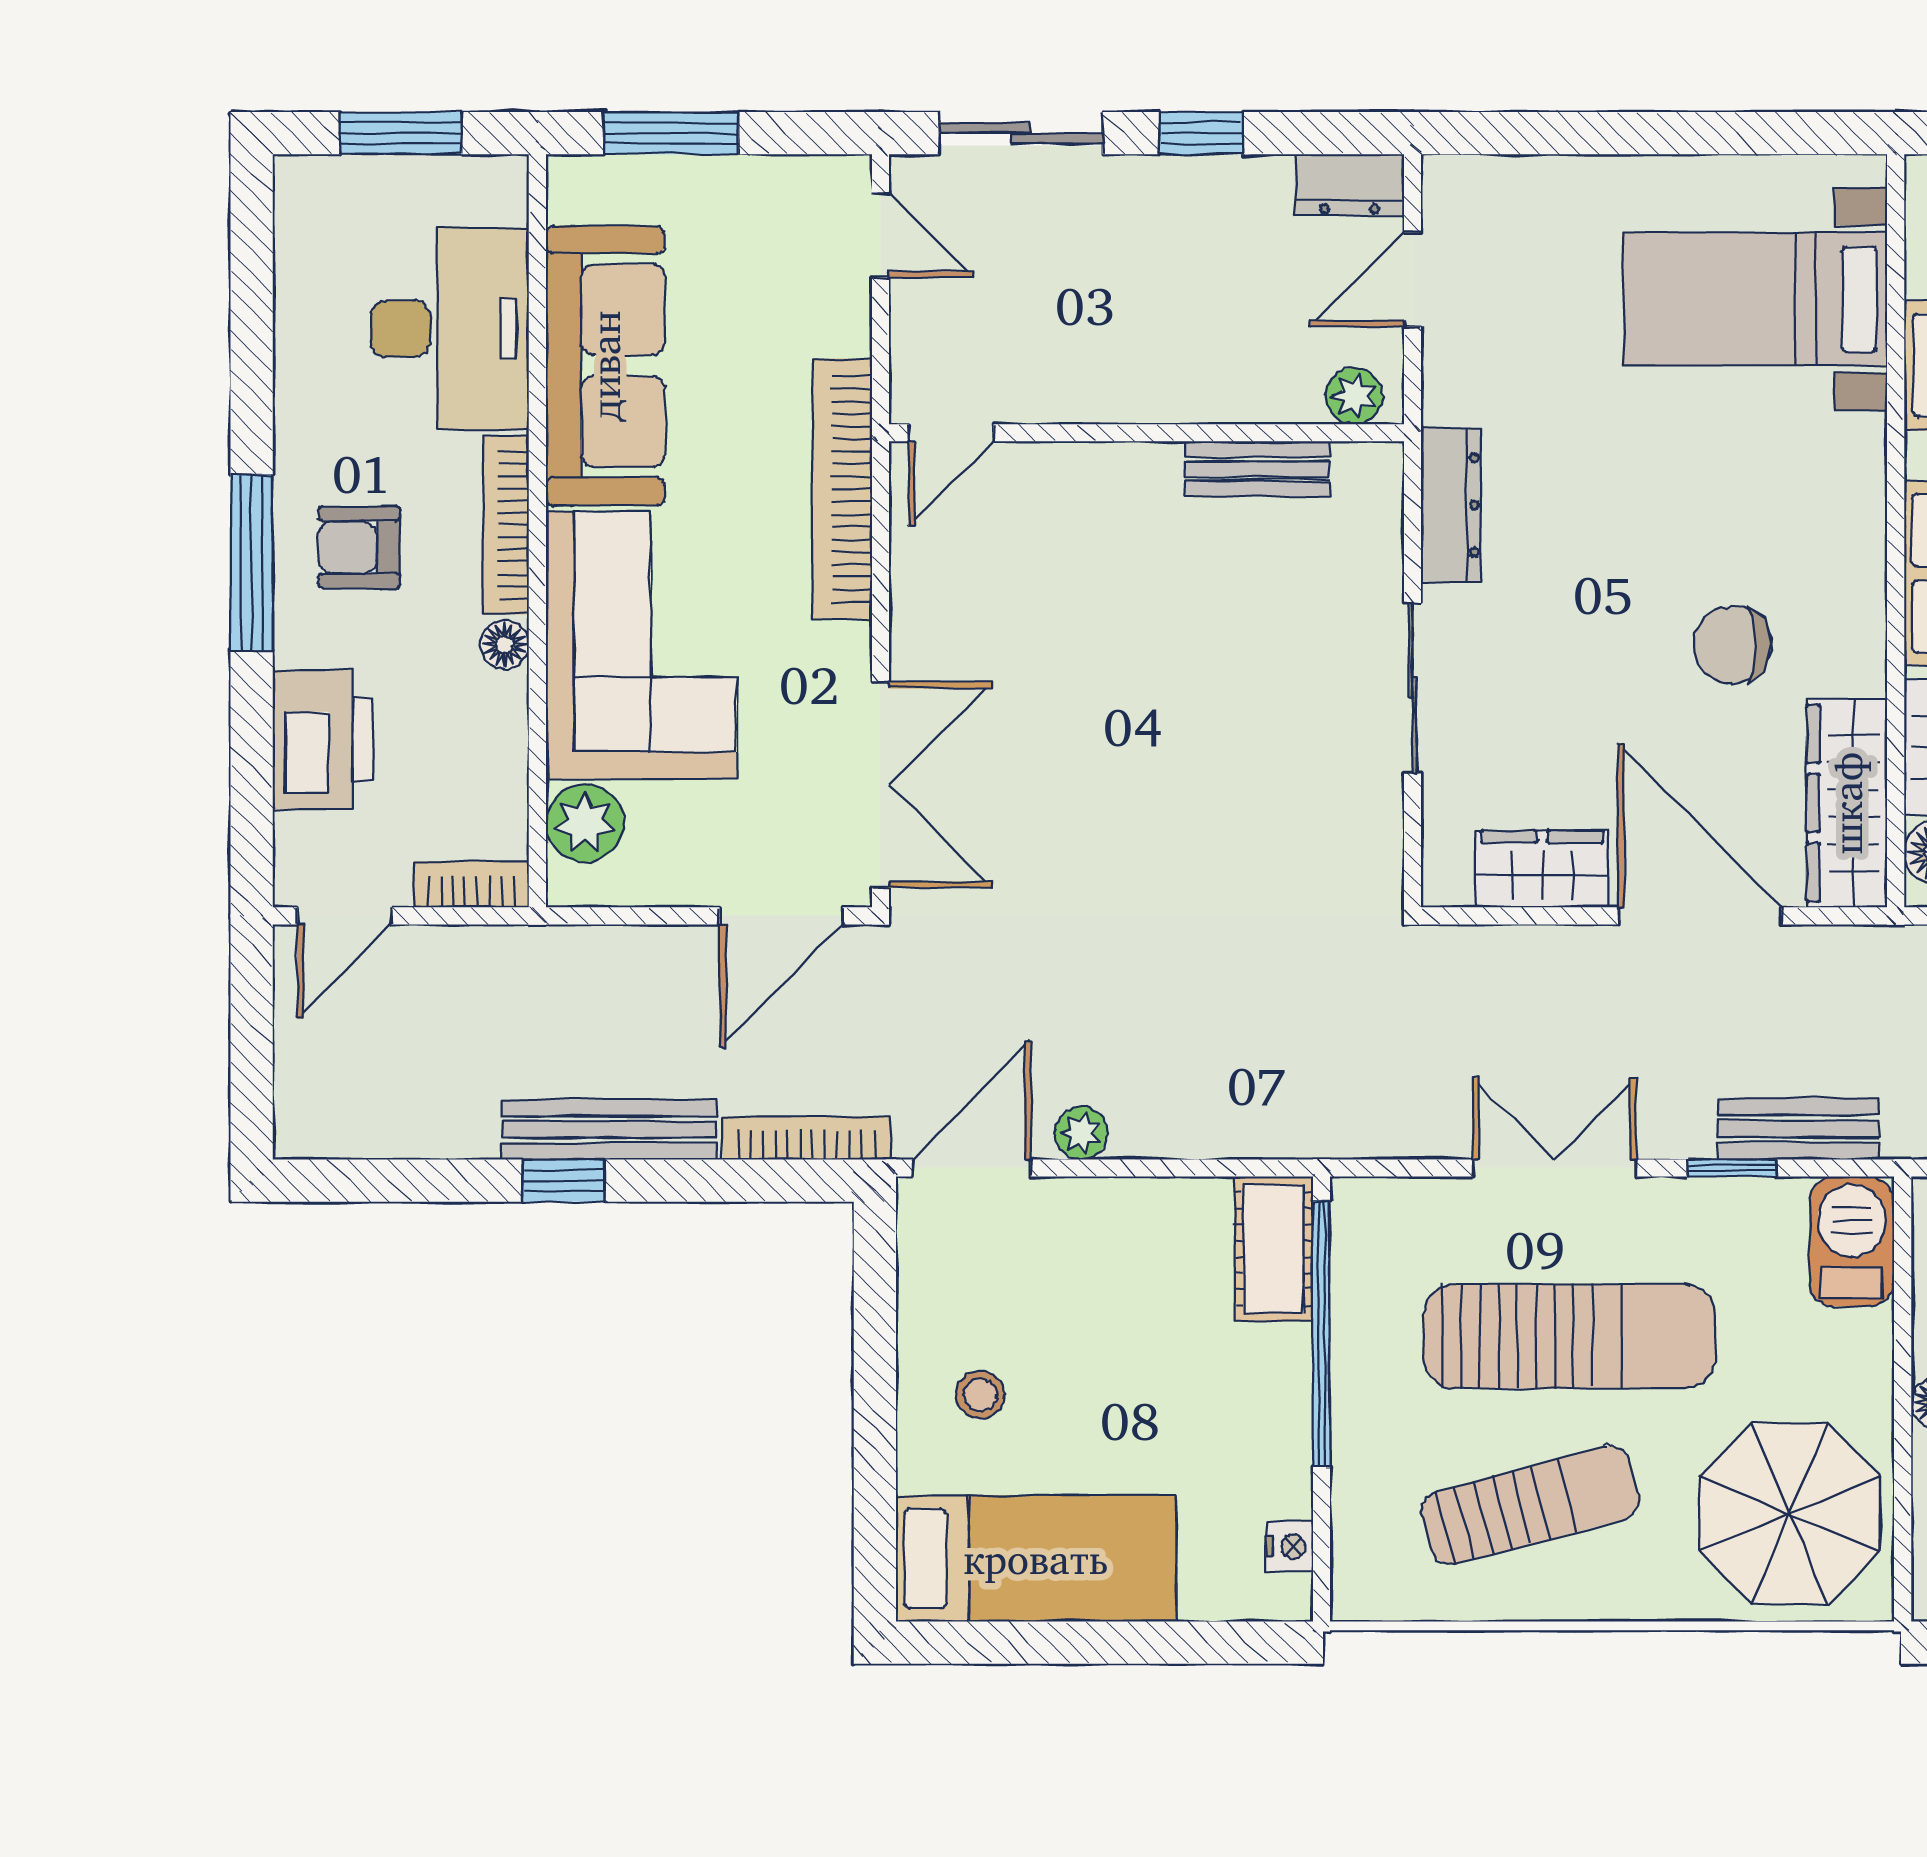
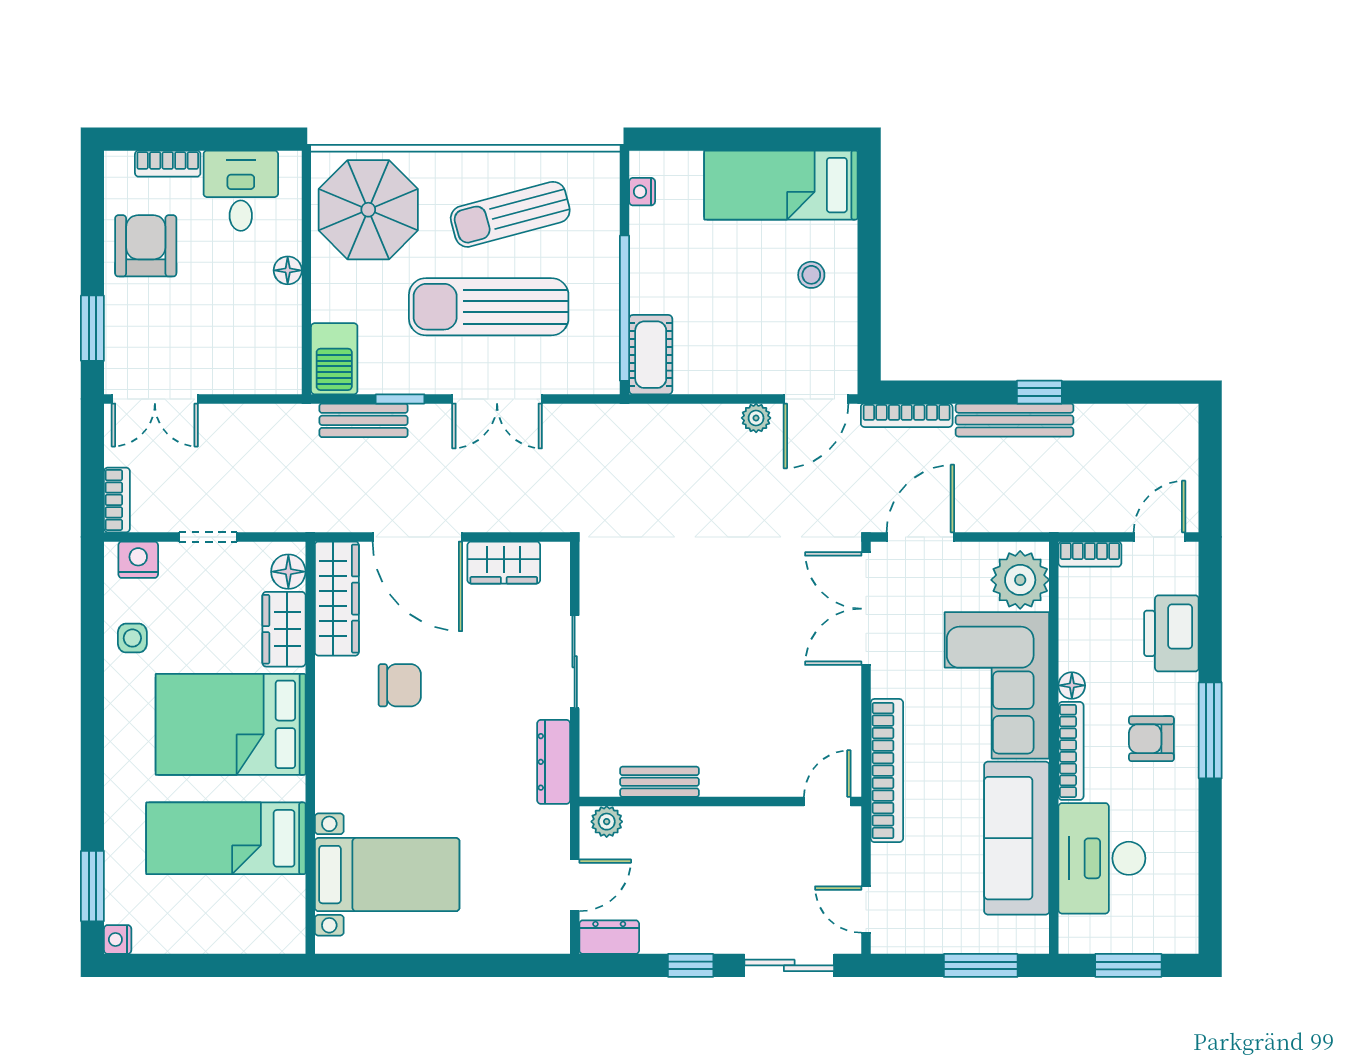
armchair: (359, 547) -> (1151, 739), turned 180
plant: (585, 823) -> (1020, 580), width x1.36, depth x1.36

